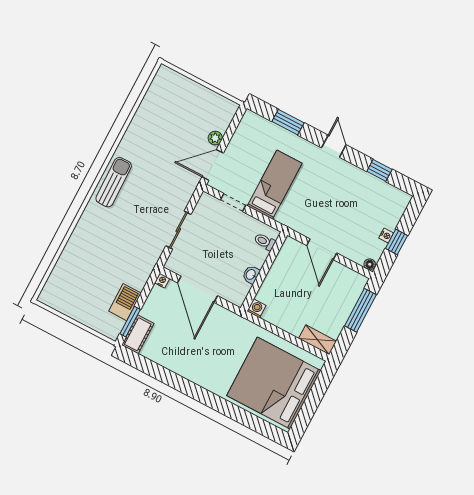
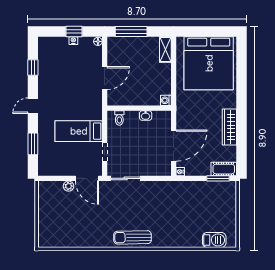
sliding door: (178, 230) -> (126, 178), moved
barbecue: (125, 302) -> (214, 240), moved, turned 180
wardrobe: (184, 368) -> (229, 127), added

